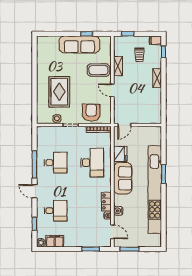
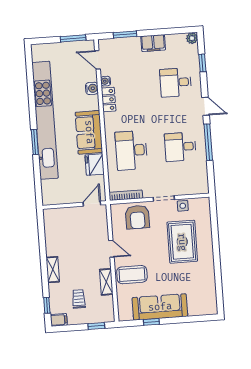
filing cabinet: (55, 241) -> (153, 43), moved

